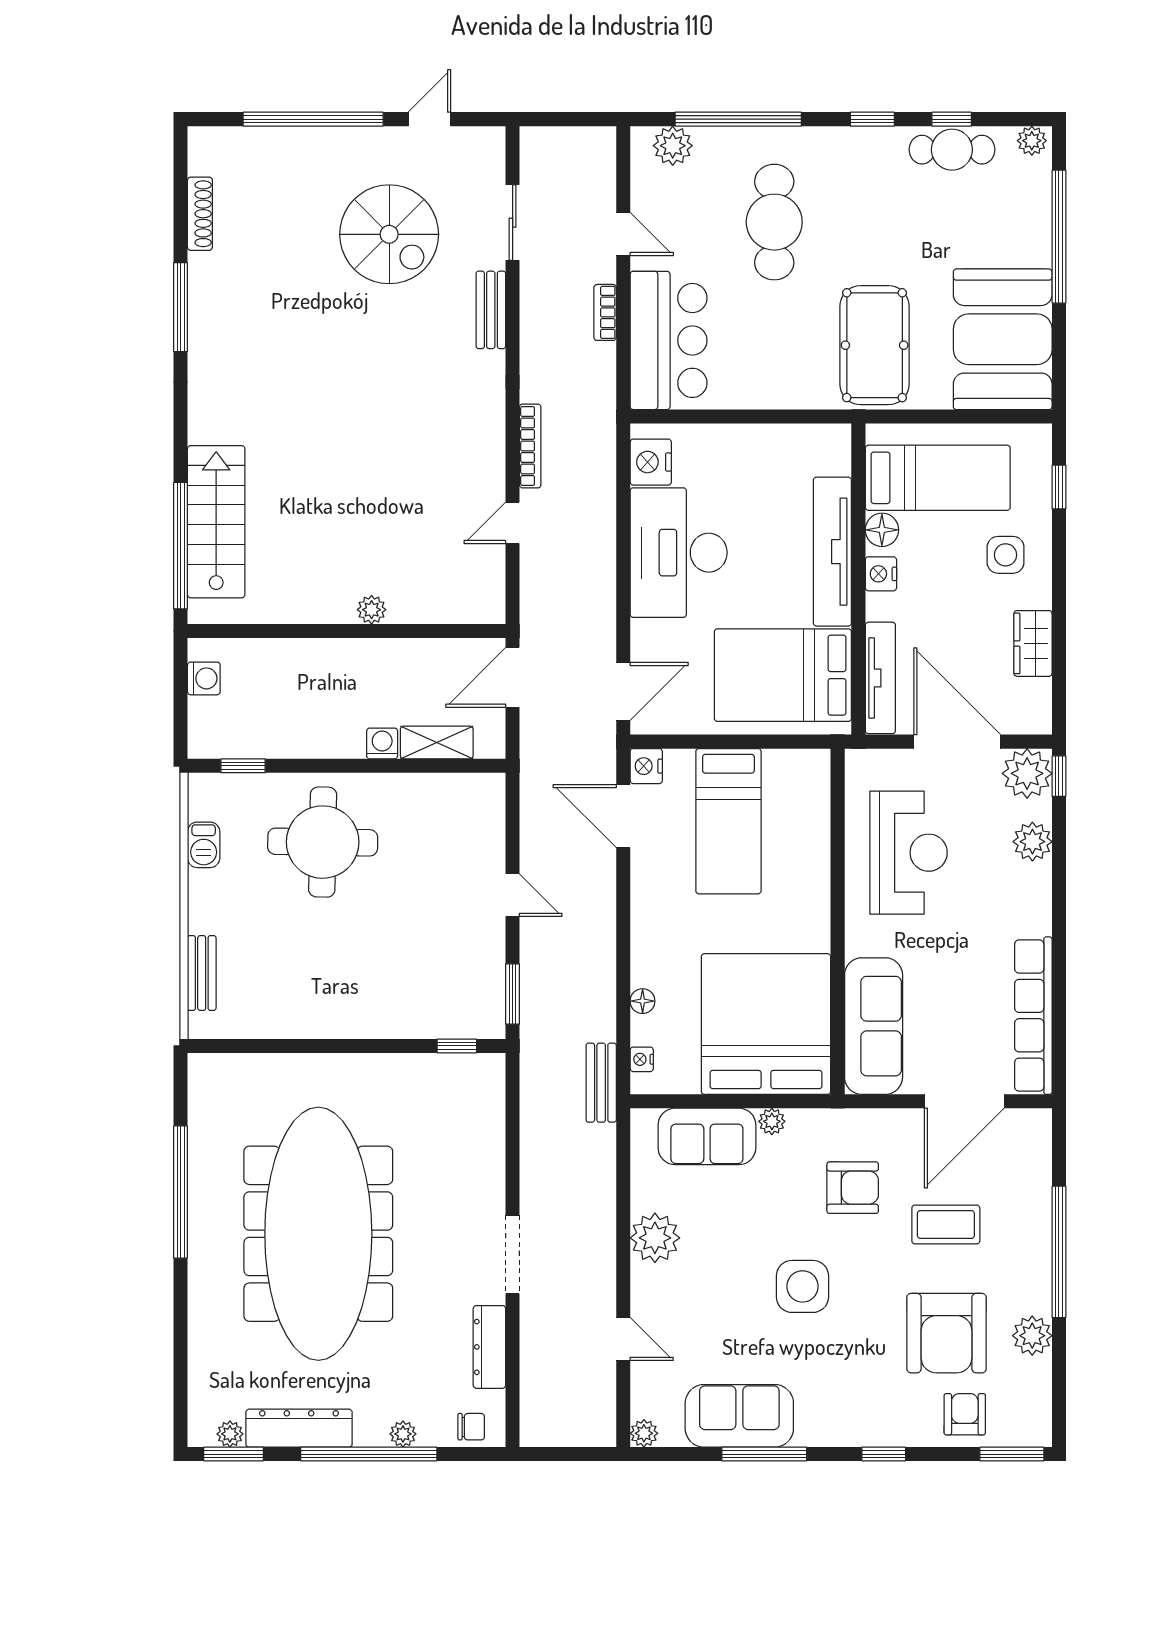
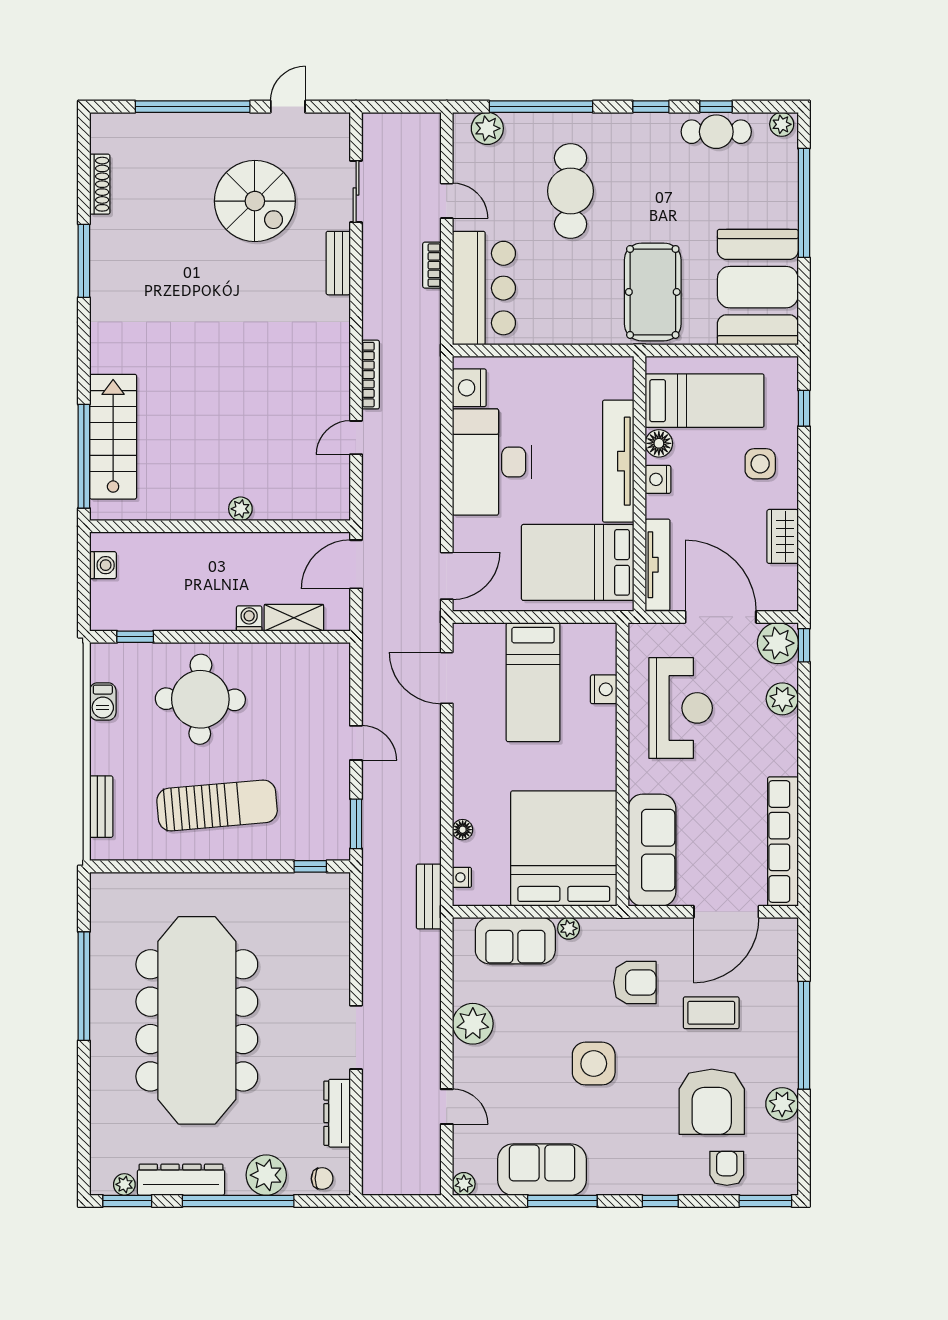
nightstand: (646, 766) -> (604, 689), moved, turned 180
sun lounger: (343, 972) -> (217, 805), added
plant: (403, 1434) -> (266, 1175), width x1.87, depth x1.87

